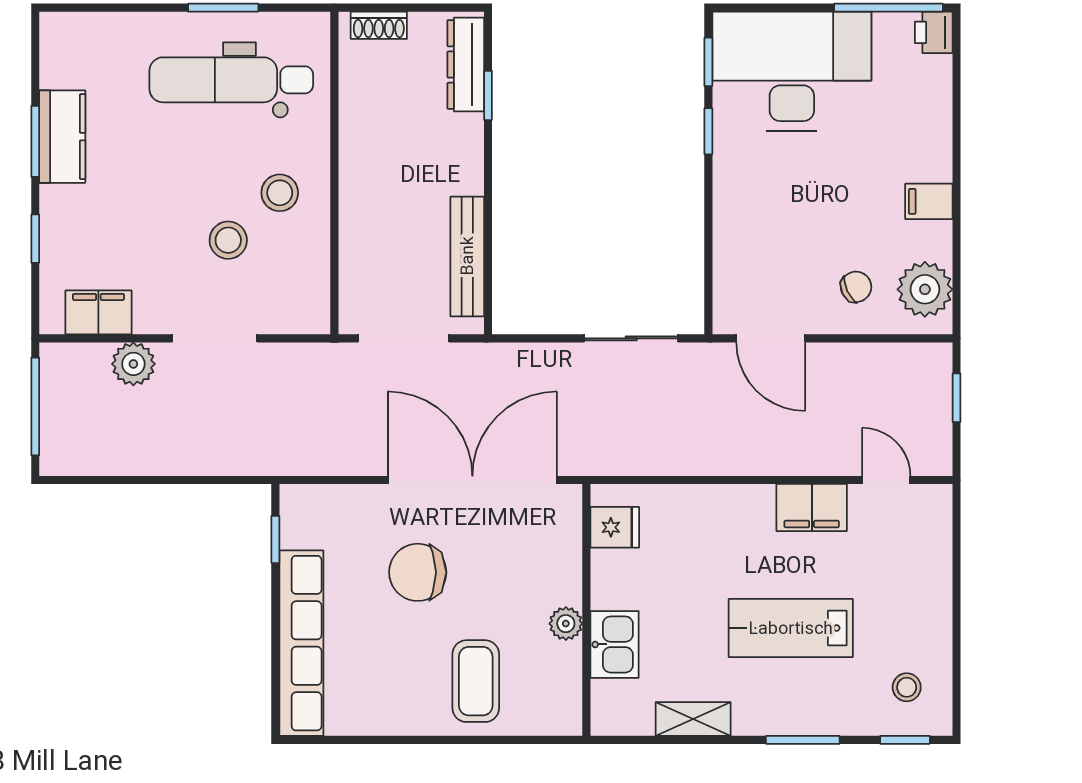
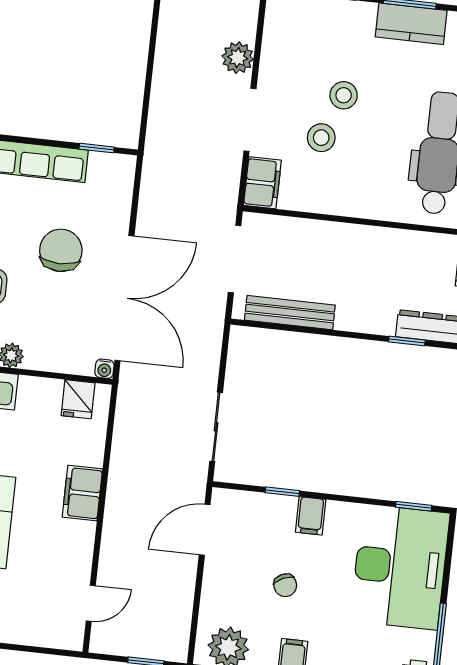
window: (708, 131) -> (282, 492), moved
stool: (280, 193) -> (344, 95), moved
filing cabinet: (737, 198) -> (311, 516), added
chair: (856, 287) -> (285, 585), moved
filing cabinet: (98, 312) -> (262, 183), moved
water cooler: (570, 496) -> (104, 369), added
filing cabinet: (812, 508) -> (82, 493), moved

